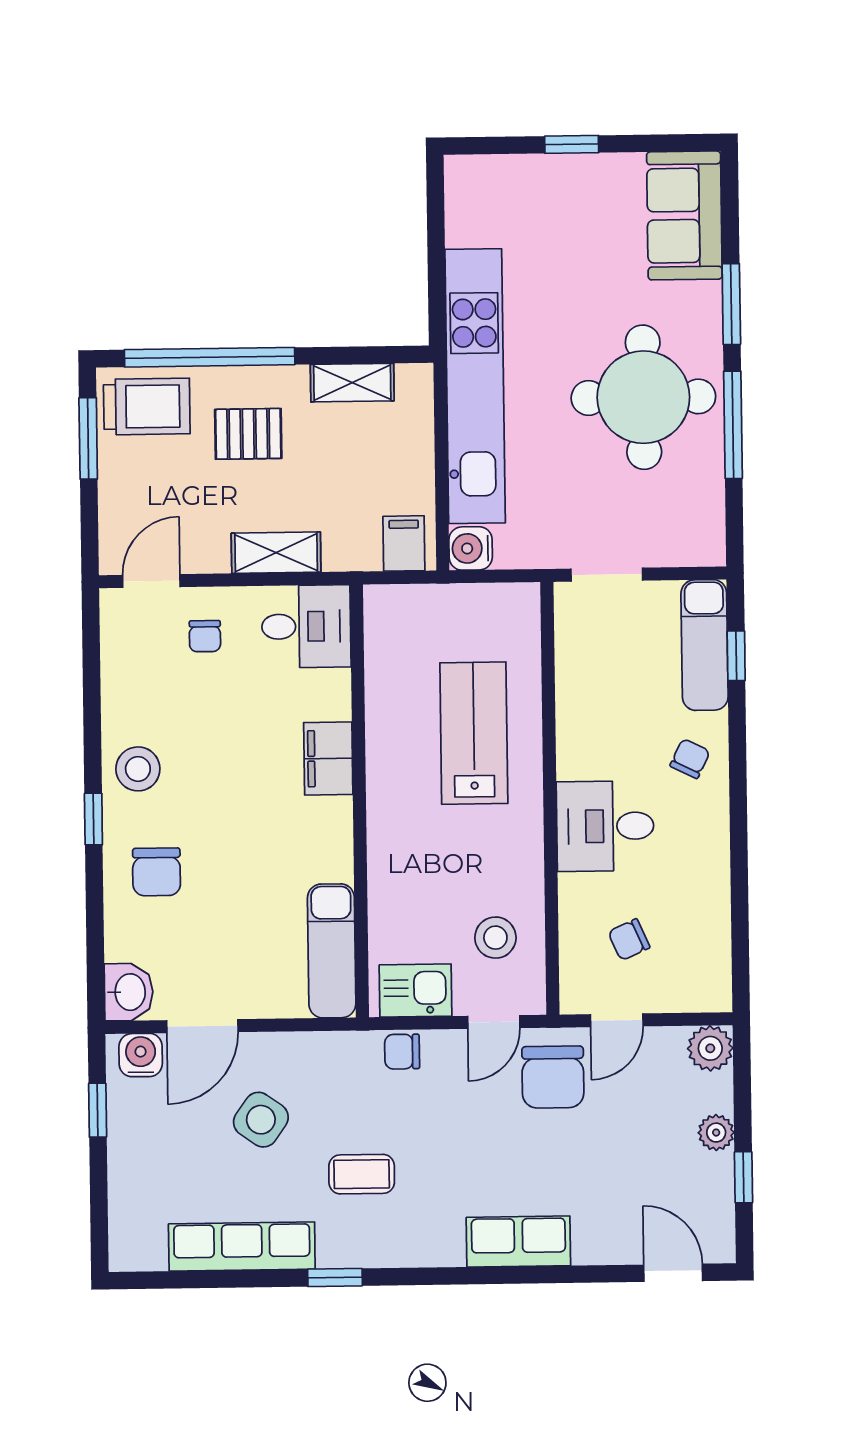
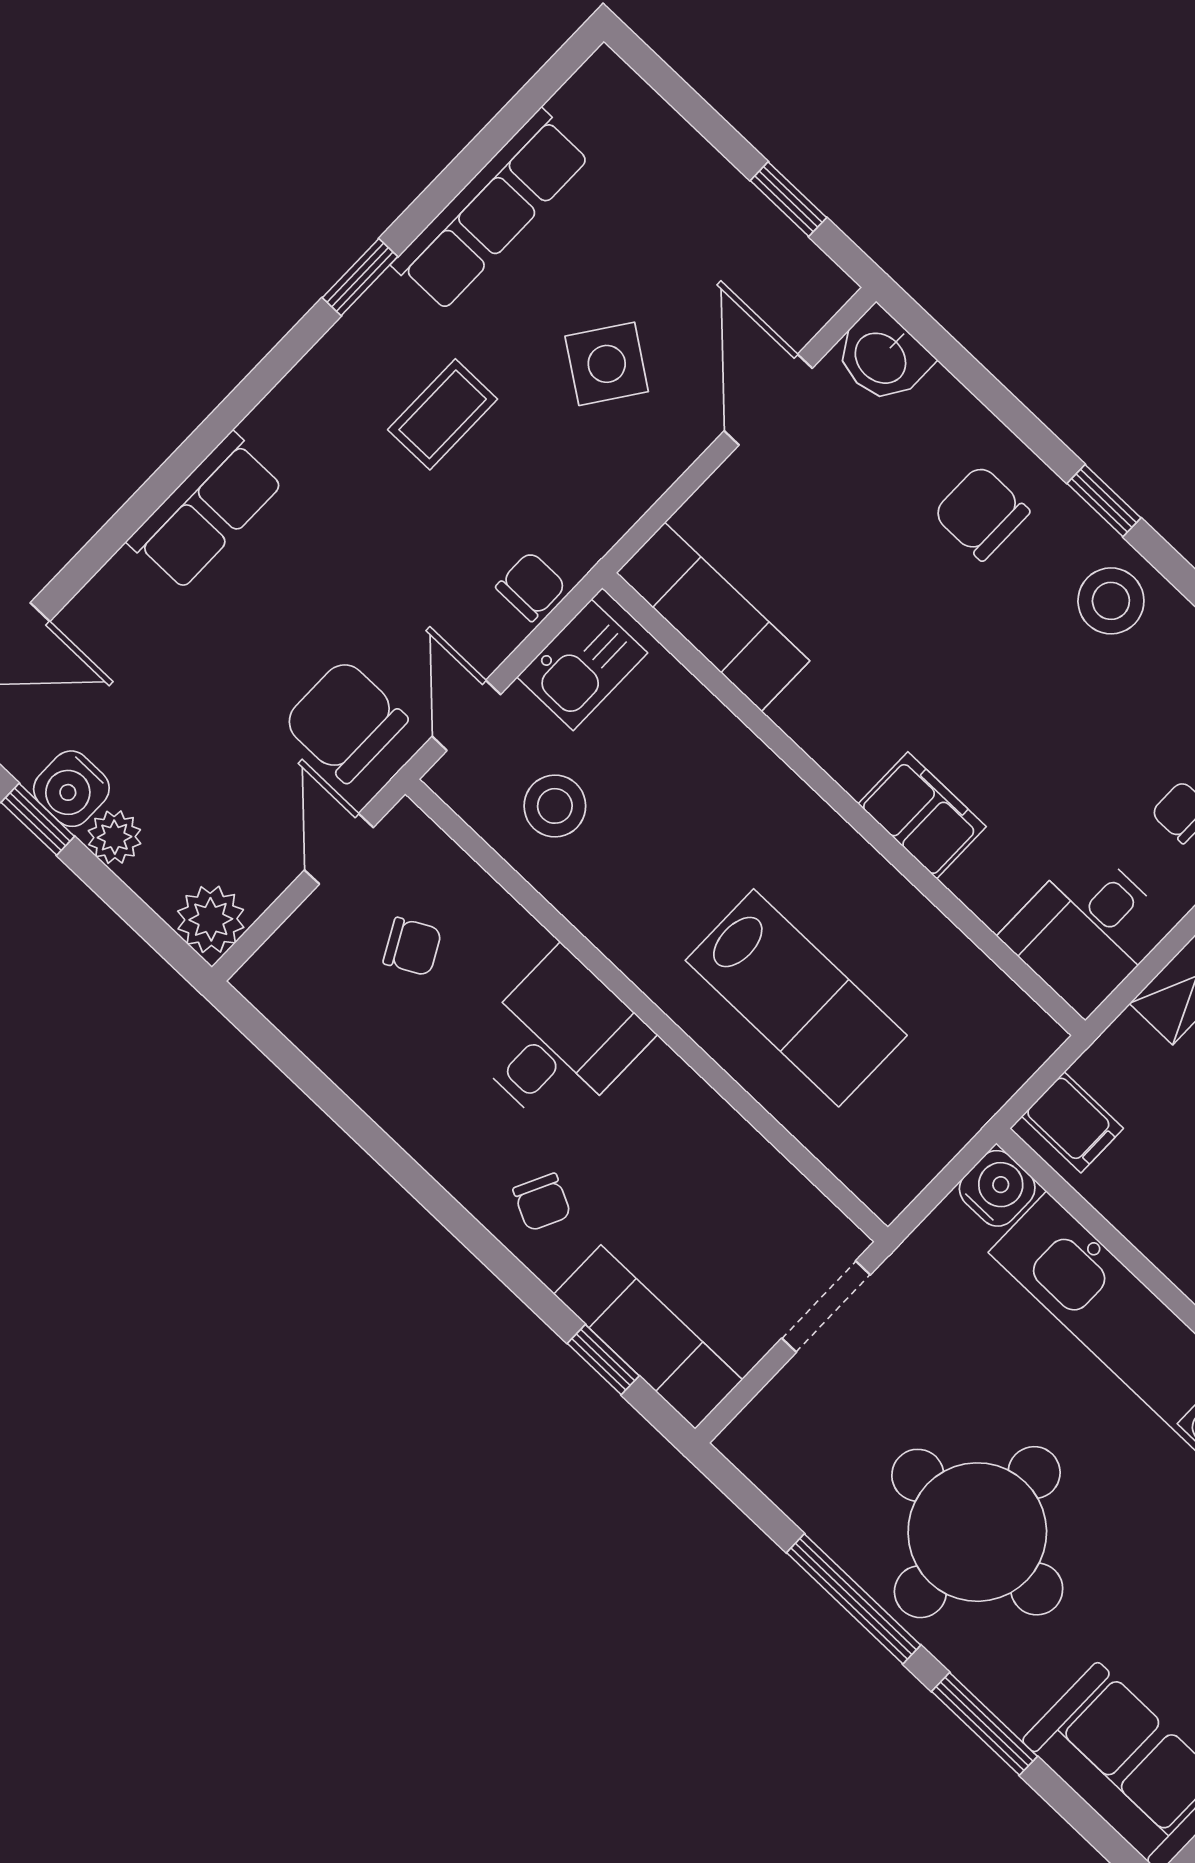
chair: (629, 940) -> (412, 947), turned 86
water cooler: (141, 1055) -> (71, 789), moved, turned 90

